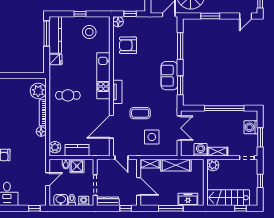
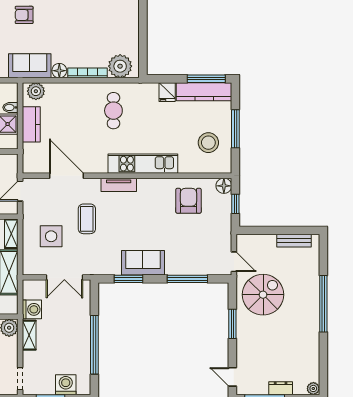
window: (80, 14) -> (235, 129), width x2.17
sofa: (38, 151) -> (30, 66), added

